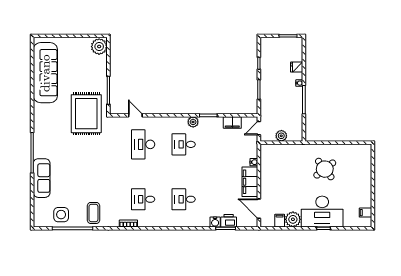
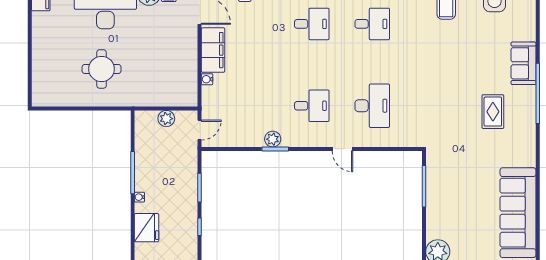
fridge: (297, 67) -> (147, 228), width x1.88, depth x1.34
rug: (86, 114) -> (493, 112), moved, width x0.54, depth x0.49
door: (135, 115) -> (342, 149), moved
plant: (193, 122) -> (273, 139), moved
filing cabinet: (232, 123) -> (239, 138), removed
round table: (325, 169) -> (102, 69), turned 38
sofa: (42, 178) -> (523, 63), width x0.73

